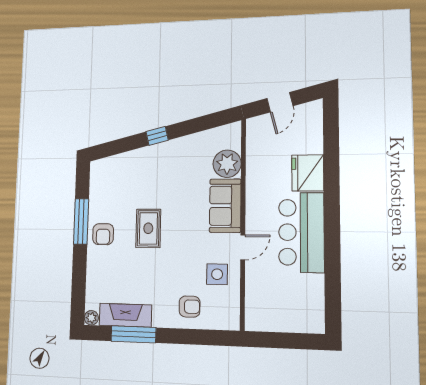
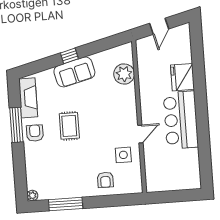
sofa: (225, 206) -> (74, 72), moved, turned -104
armchair: (103, 234) -> (35, 133), turned 180
armchair: (190, 307) -> (105, 180), turned 90
fireplace: (125, 315) -> (28, 98), moved, turned 90

